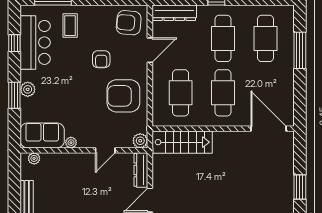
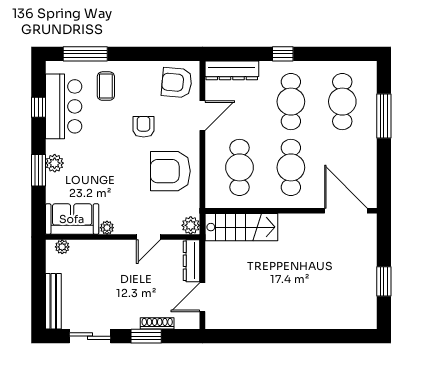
armchair: (101, 59) -> (144, 127), turned 180

